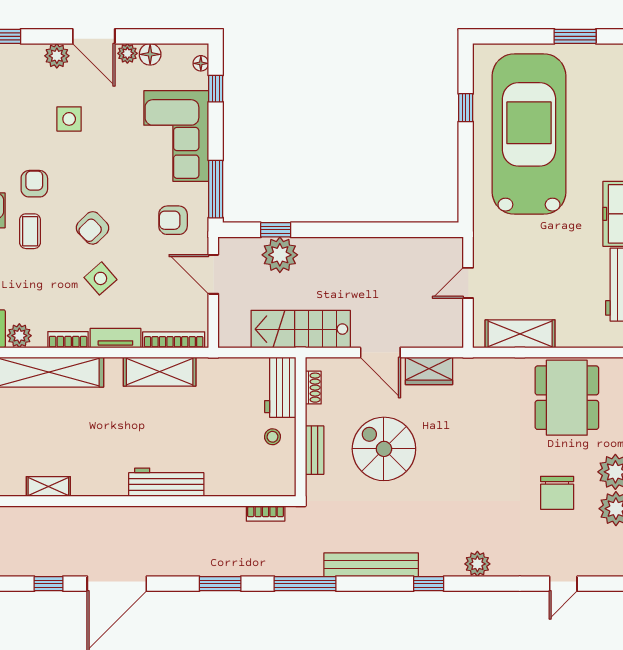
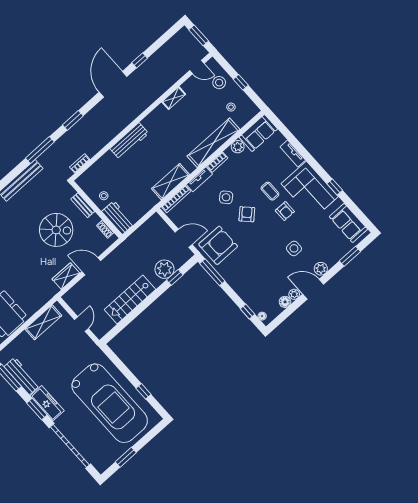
corner sofa: (176, 136) -> (246, 279), removed
armchair: (173, 220) -> (218, 245), width x1.88, depth x1.88
stairs: (301, 329) -> (130, 300), moved, turned 180

